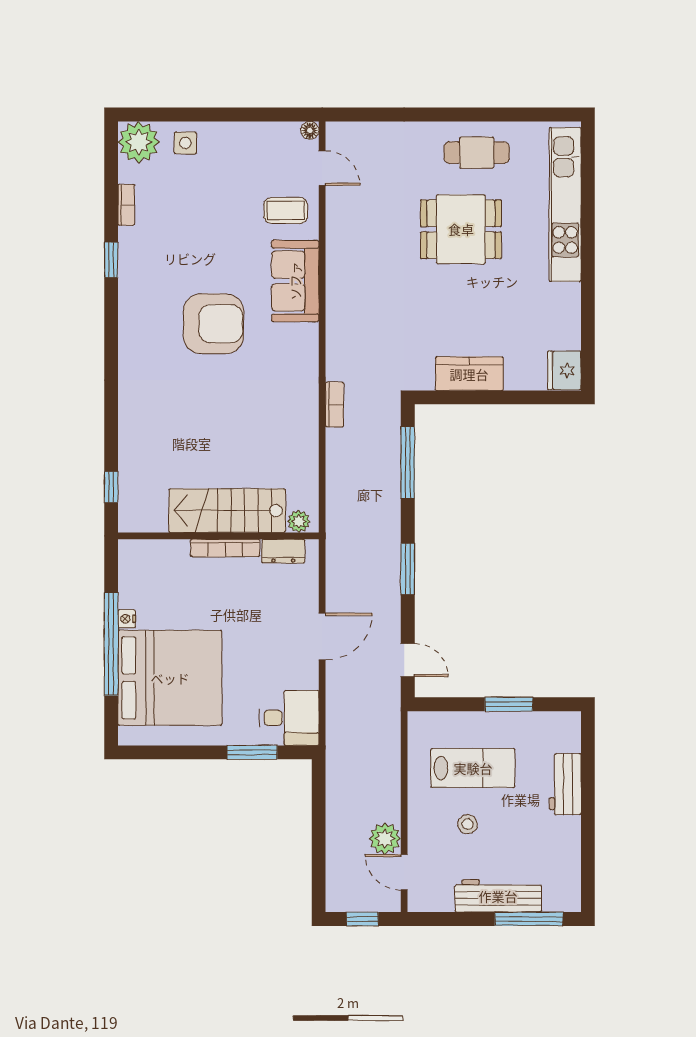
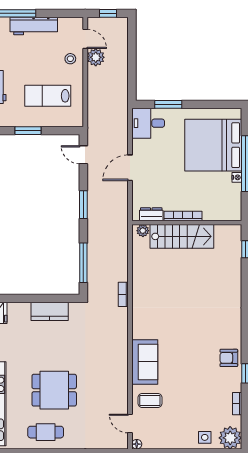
armchair: (214, 324) -> (229, 358), moved, width x0.53, depth x0.53
stool: (468, 824) -> (70, 59), moved

